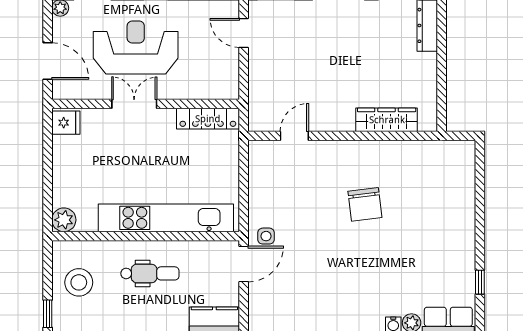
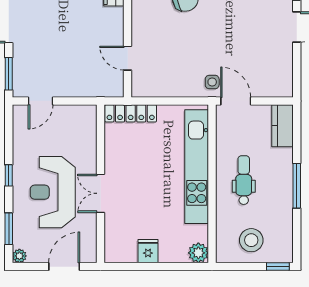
locker: (208, 119) -> (131, 113), moved, turned 90
fridge: (66, 123) -> (148, 251), moved

